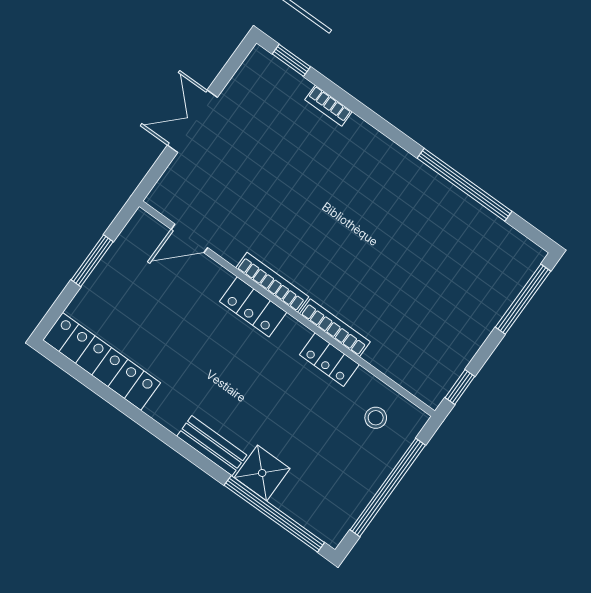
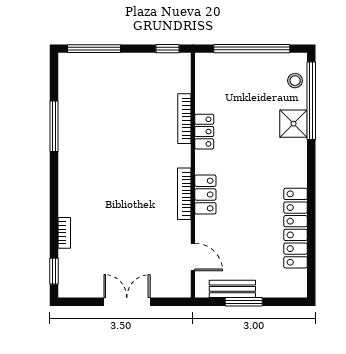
double door: (192, 121) -> (127, 302), swing flipped
window: (465, 185) -> (54, 126), width x0.68
bookcase: (335, 328) -> (184, 119), moved
locker: (102, 361) -> (296, 228), moved
stool: (376, 418) -> (295, 81), moved
bench: (212, 446) -> (232, 289), moved, turned 90

